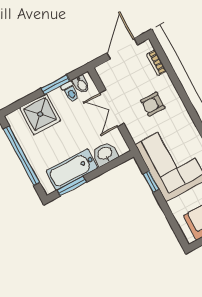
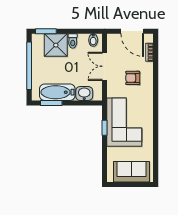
door: (122, 49) -> (132, 31), swing flipped
window: (56, 85) -> (46, 31), moved
toilet: (70, 92) -> (73, 41), moved

